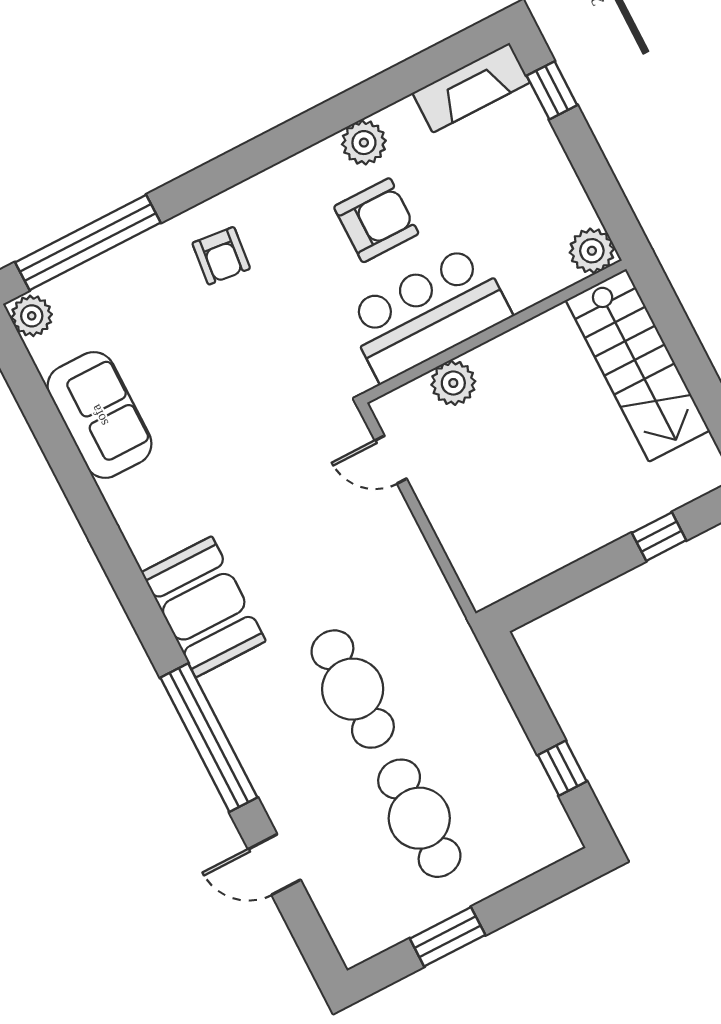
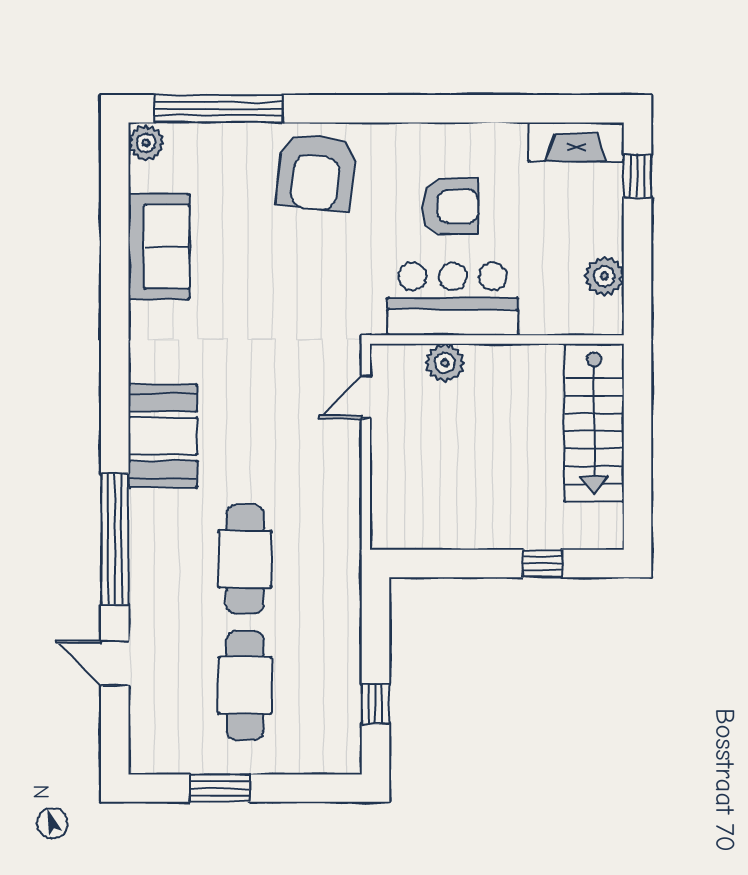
plant: (364, 143) -> (472, 142), removed
plant: (592, 251) -> (604, 276), moved
armchair: (221, 256) -> (316, 172), width x1.88, depth x1.88
door: (391, 460) -> (366, 397), hinge flipped

